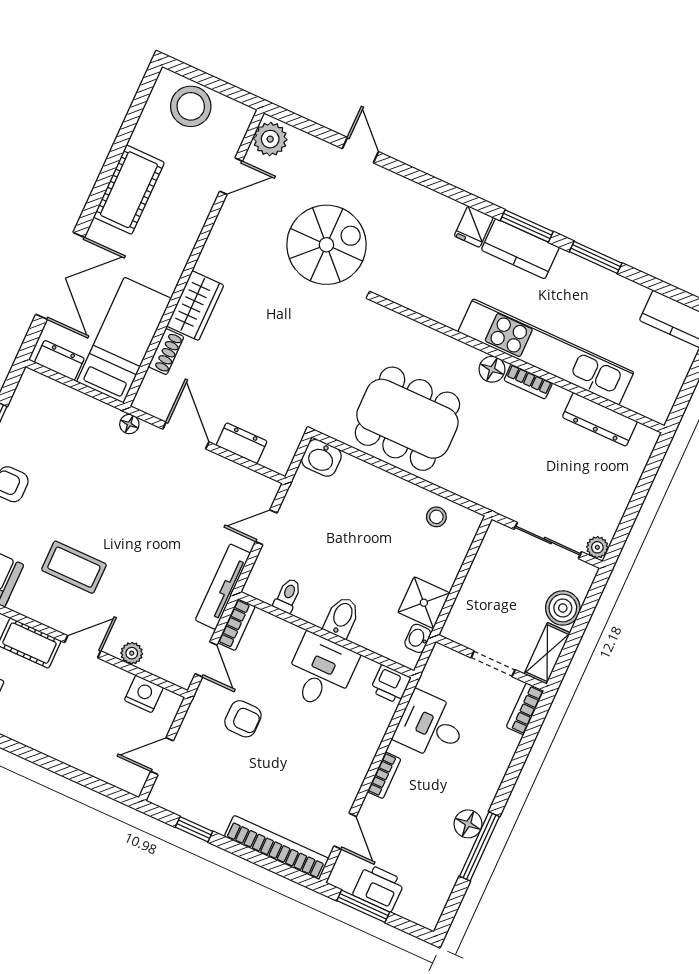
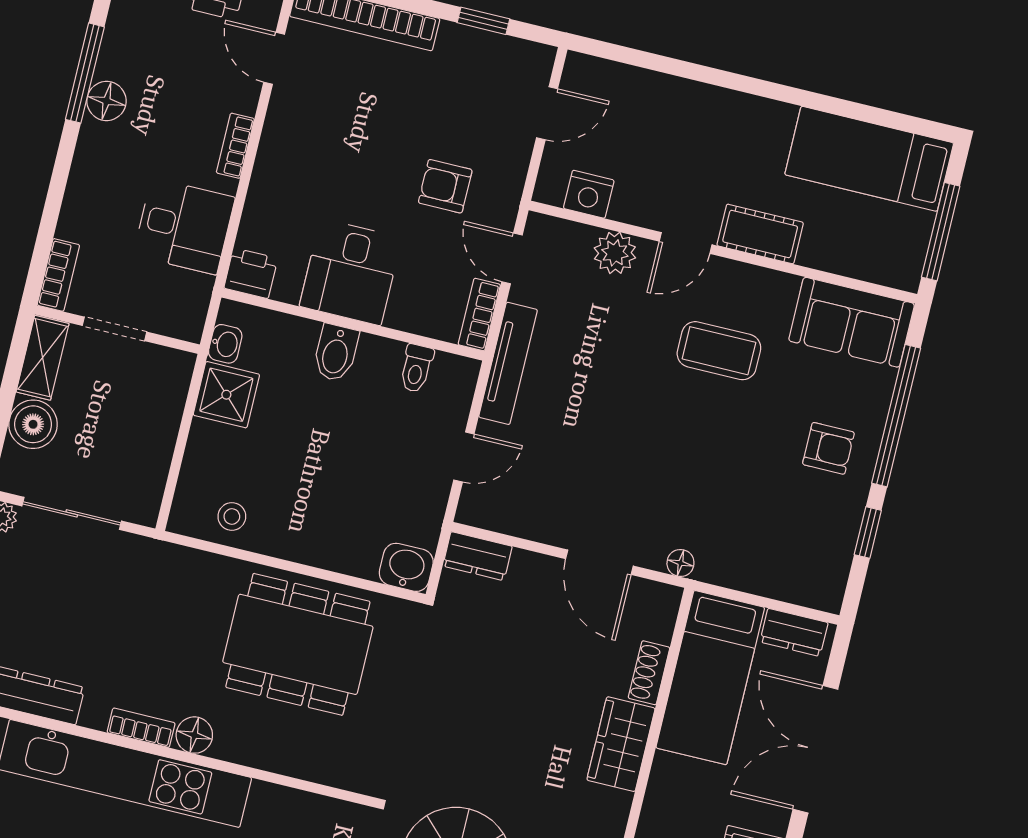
dresser: (242, 443) -> (477, 556), moved
plant: (132, 653) -> (615, 253), width x1.38, depth x1.38

